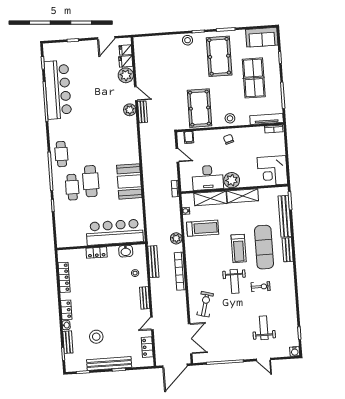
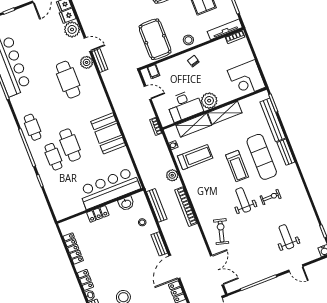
cafe table: (108, 120) -> (68, 80), added
weight bench: (235, 281) -> (243, 200), turned 180
door: (152, 323) -> (174, 267), width x1.88

